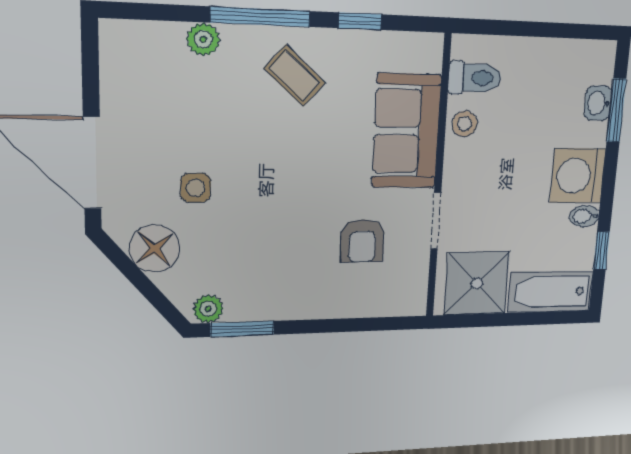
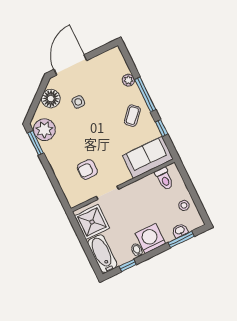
stool: (465, 124) -> (184, 205), moved
sofa: (406, 131) -> (148, 157), moved
plant: (208, 309) -> (44, 130), width x1.88, depth x1.88

